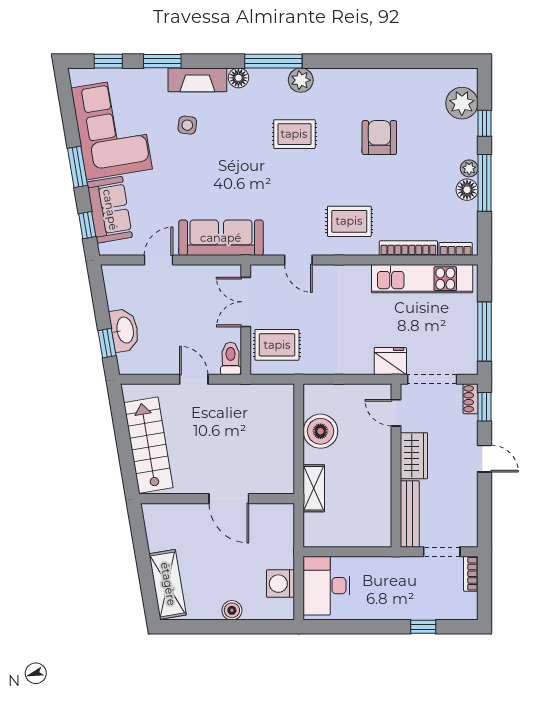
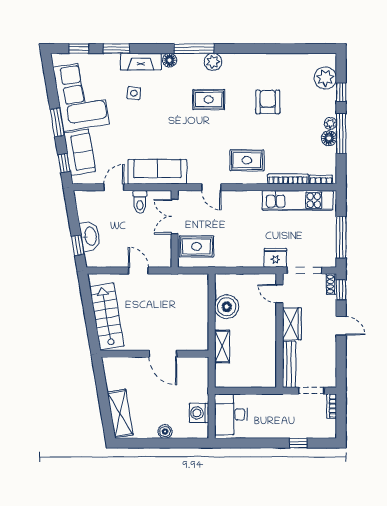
toilet: (231, 358) -> (140, 202), moved, turned 180

